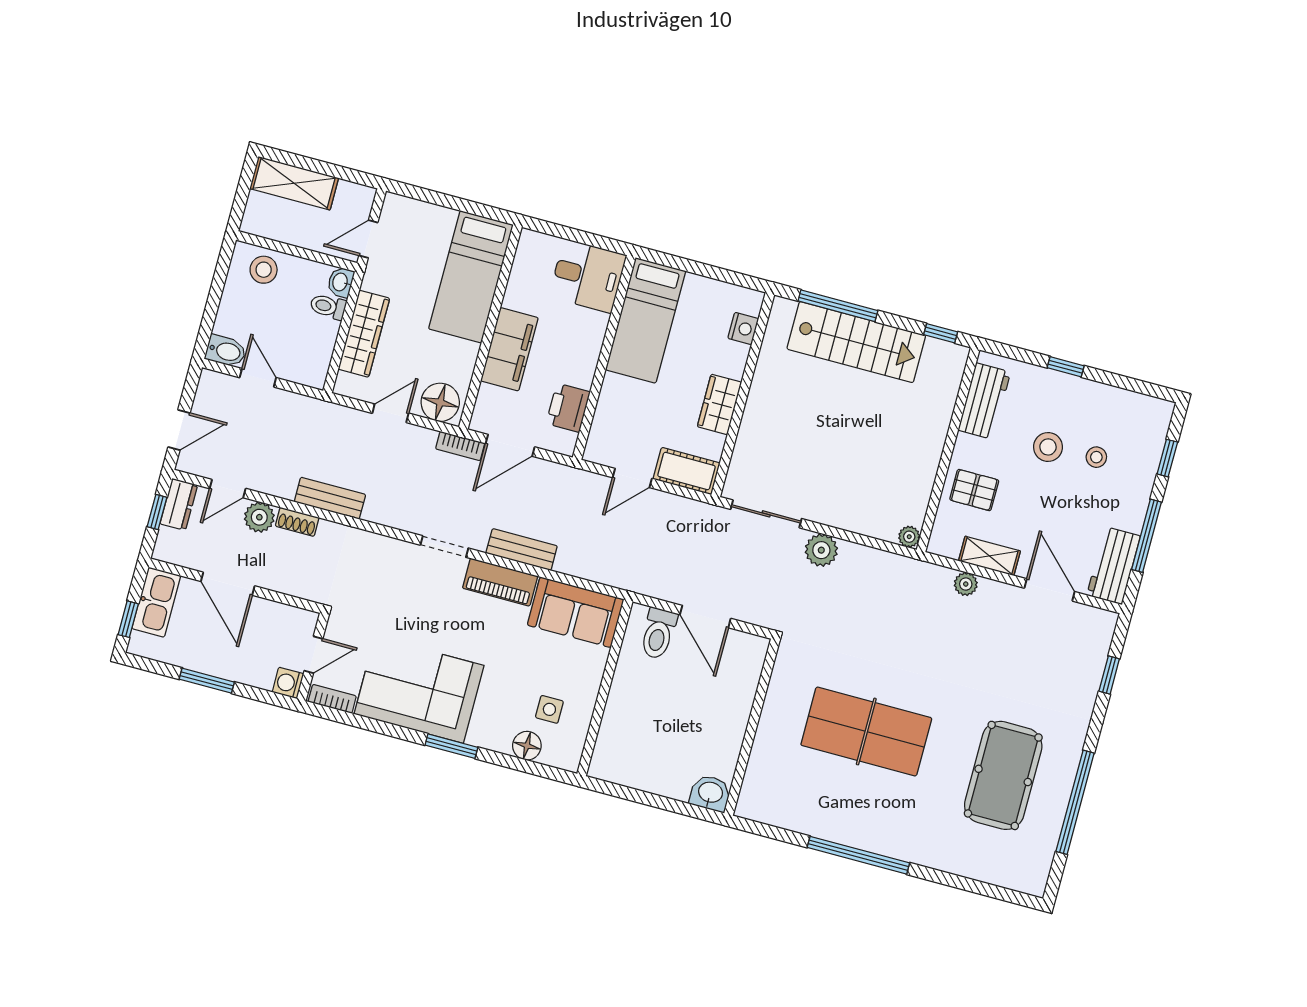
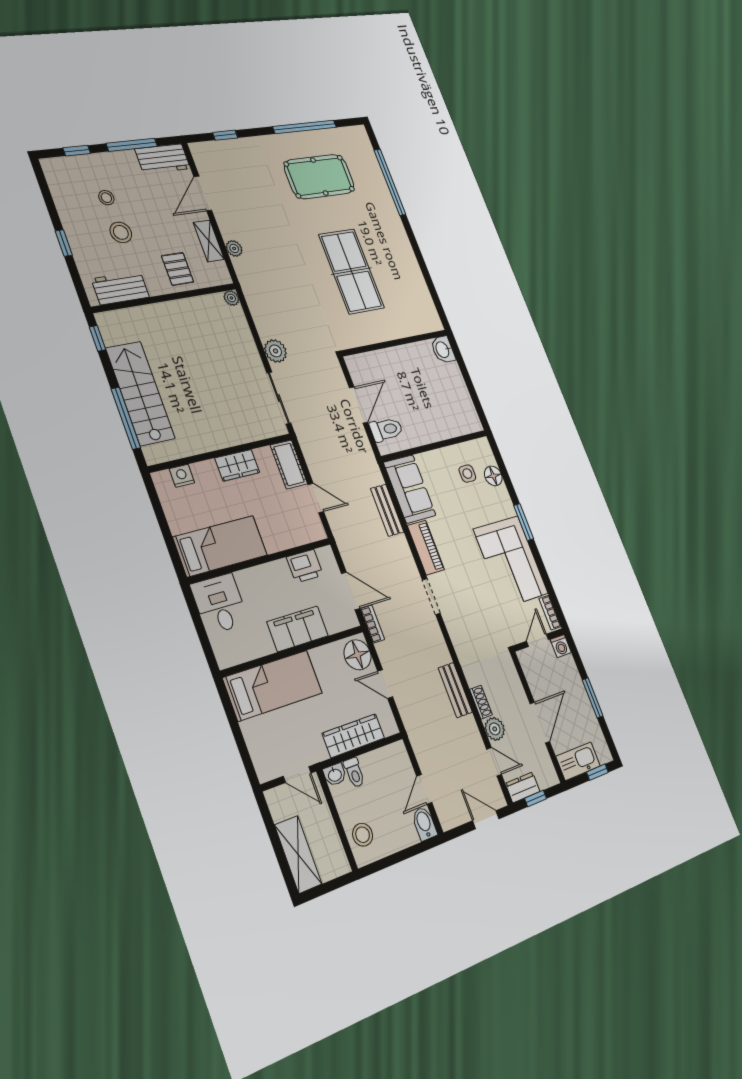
bench: (522, 550) -> (387, 510), moved
door: (313, 655) -> (538, 640), hinge flipped
window: (858, 855) -> (390, 182), moved

